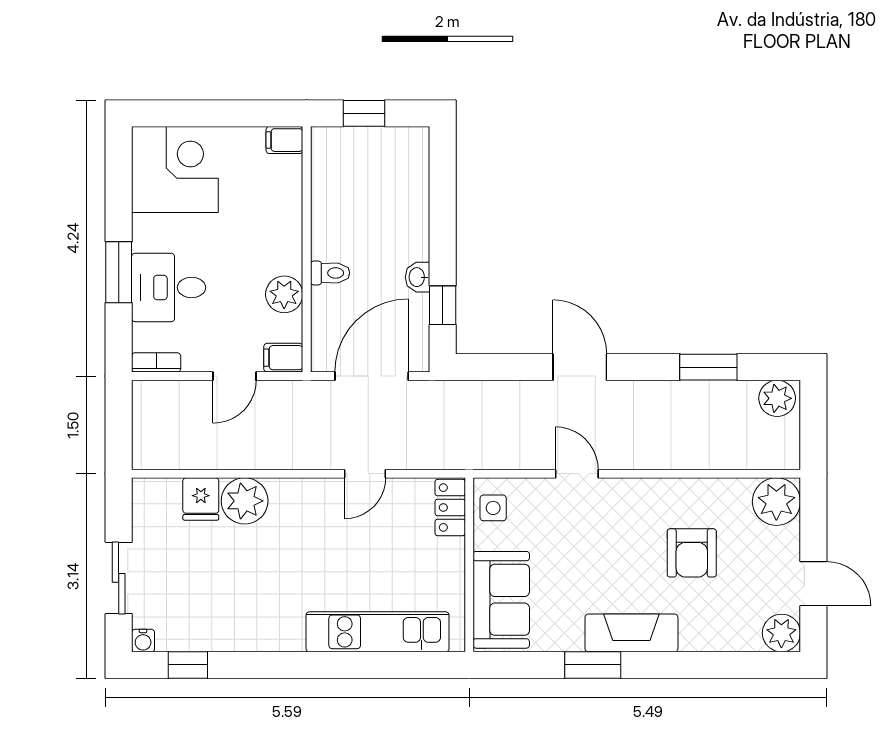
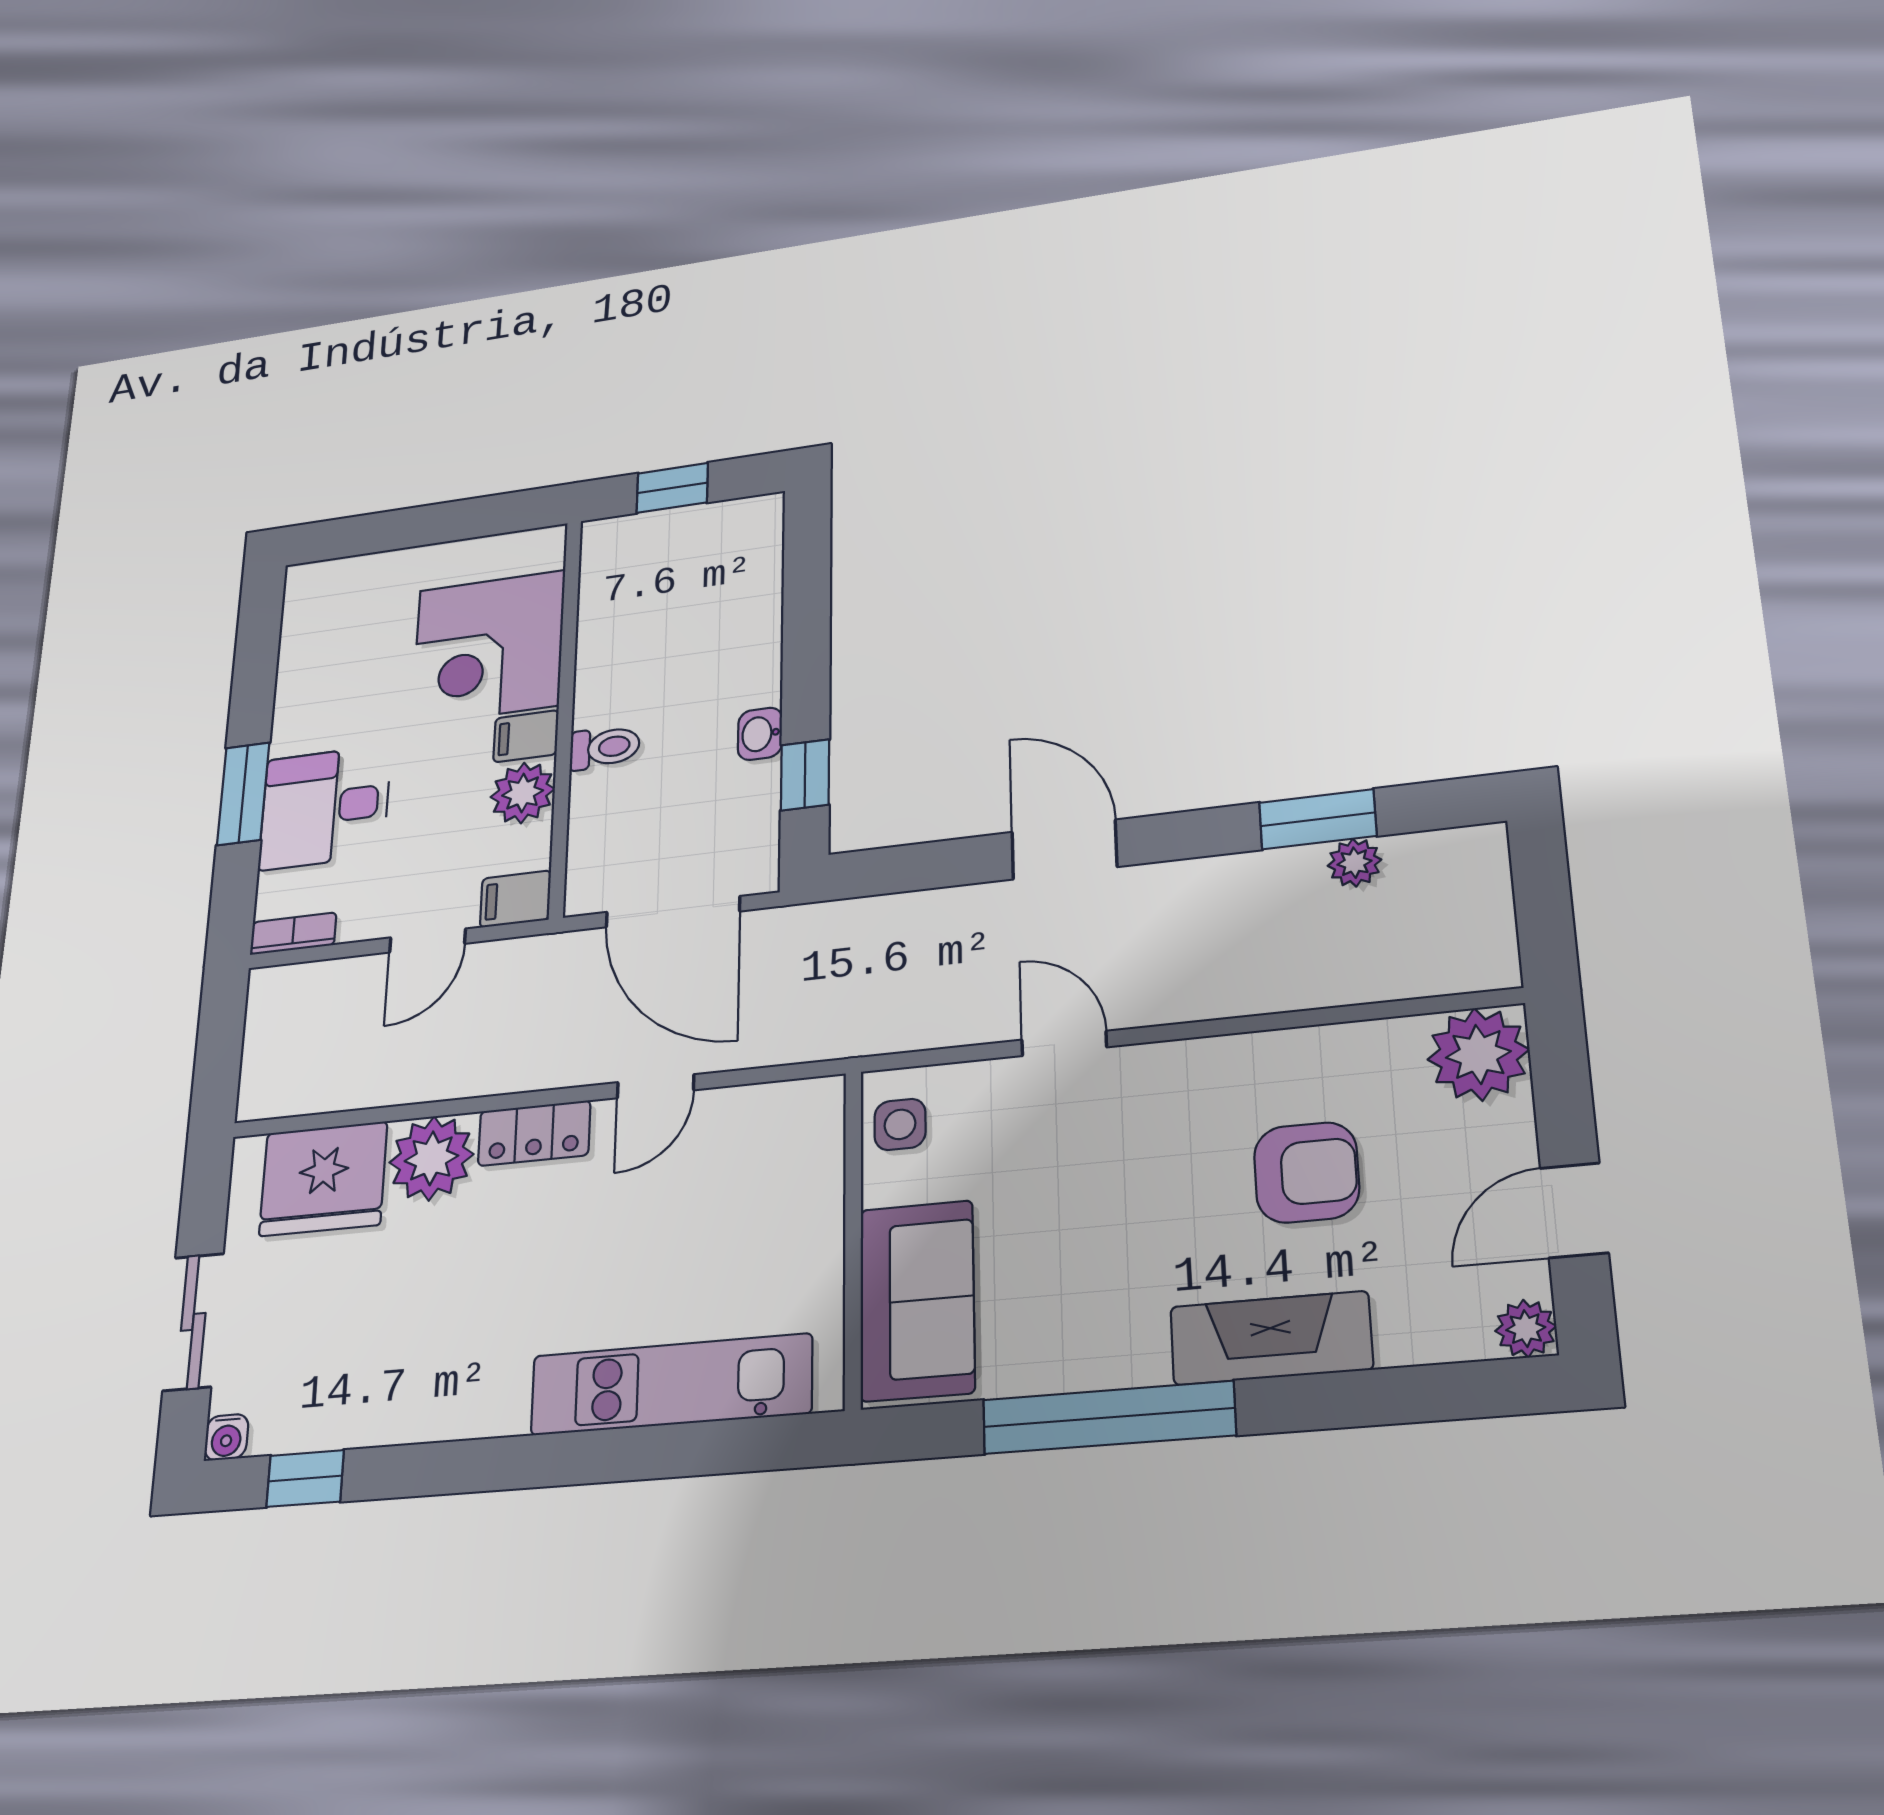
filing cabinet: (284, 140) -> (526, 736), moved
corner desk: (175, 170) -> (488, 647), moved, turned 180
door: (372, 376) -> (673, 912), swing flipped
plant: (777, 398) -> (1354, 863), moved, width x0.73, depth x0.73
fridge: (201, 499) -> (323, 1179), width x1.88, depth x1.34
locker: (450, 507) -> (534, 1133), moved, turned -90
armchair: (692, 553) -> (1306, 1172), turned -90
door: (813, 584) -> (1574, 1210), swing flipped
fireplace: (631, 633) -> (1271, 1338), moved
plant: (781, 633) -> (1526, 1329), width x0.73, depth x0.73
window: (593, 665) -> (1108, 1418), width x2.11

